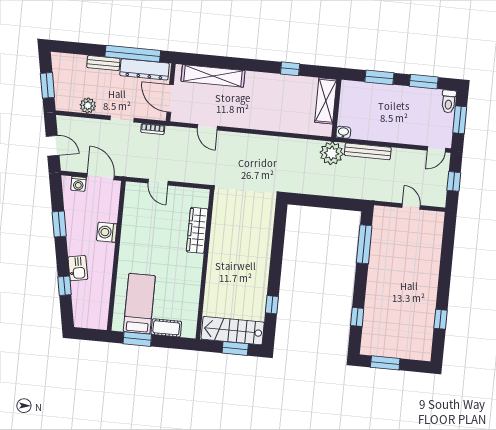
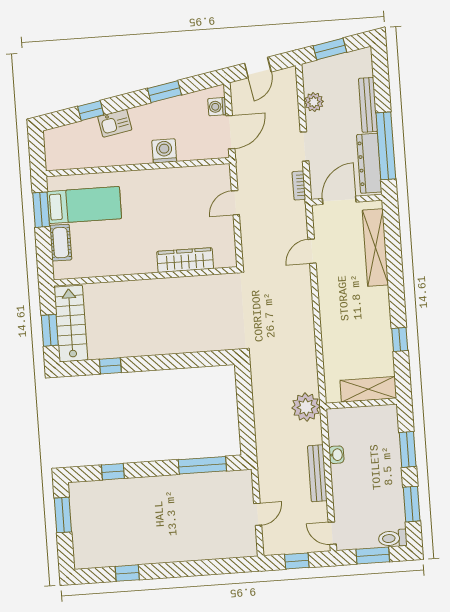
bench: (103, 63) -> (368, 105), width x1.36
washbasin: (343, 132) -> (336, 455), moved
bench: (368, 151) -> (317, 473), moved

